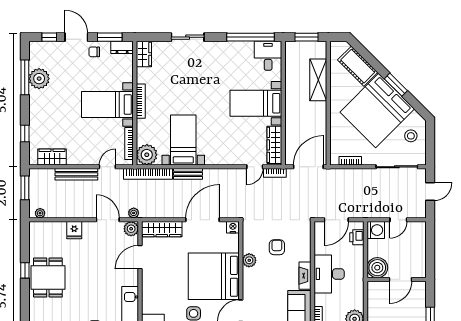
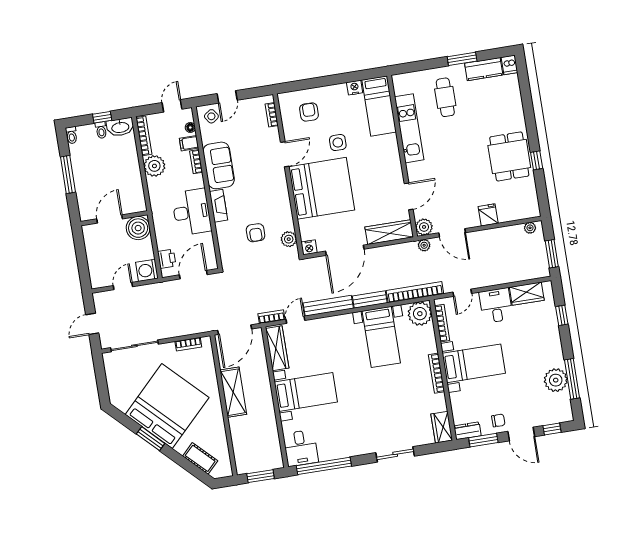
cot: (358, 66) -> (200, 458), width x0.73, depth x0.75
shelving: (318, 80) -> (233, 392), moved
stool: (411, 136) -> (124, 383), removed
desk: (80, 151) -> (496, 305), added
bench: (76, 174) -> (328, 306), moved
plant: (249, 260) -> (289, 239), moved

